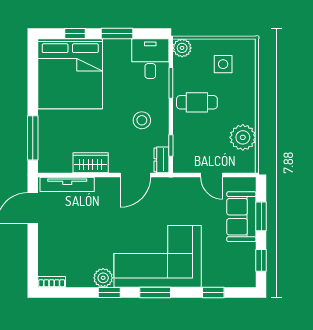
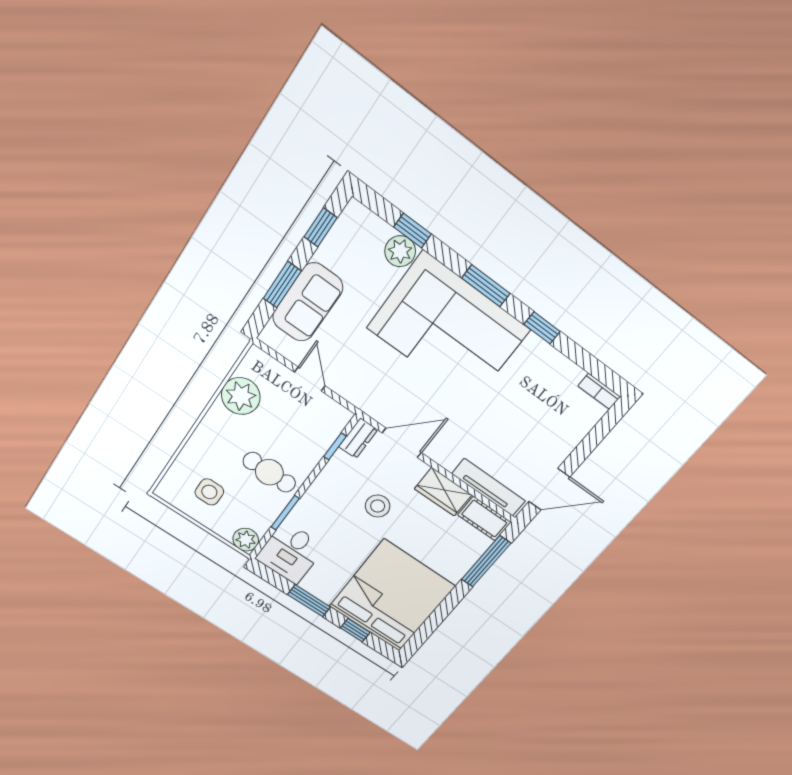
stool: (142, 120) -> (378, 506), moved
cot: (55, 164) -> (484, 519), added
plant: (103, 278) -> (400, 251), moved

